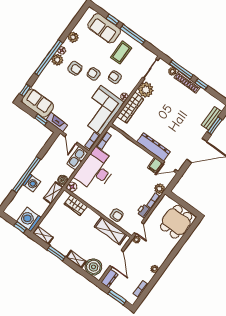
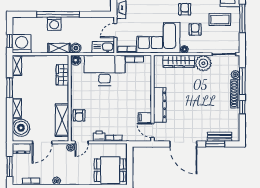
plant: (160, 189) -> (128, 136), removed

